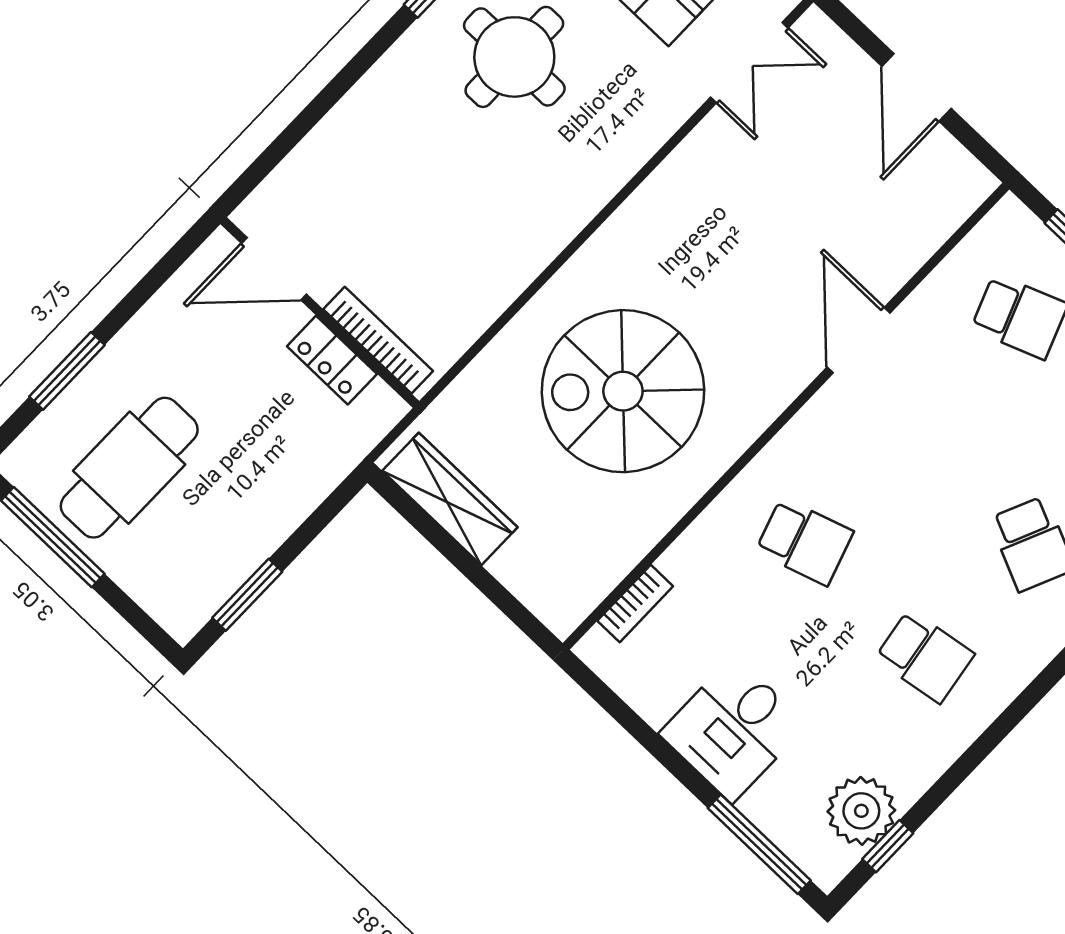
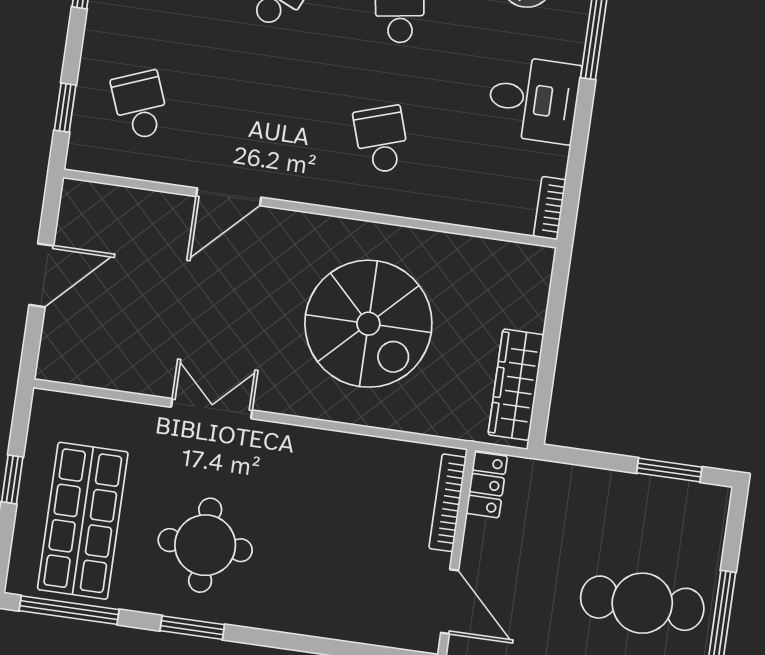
double door: (749, 63) -> (212, 409), moved
locker: (332, 360) -> (487, 485), moved
bookcase: (635, 603) -> (550, 208), moved, turned -90

